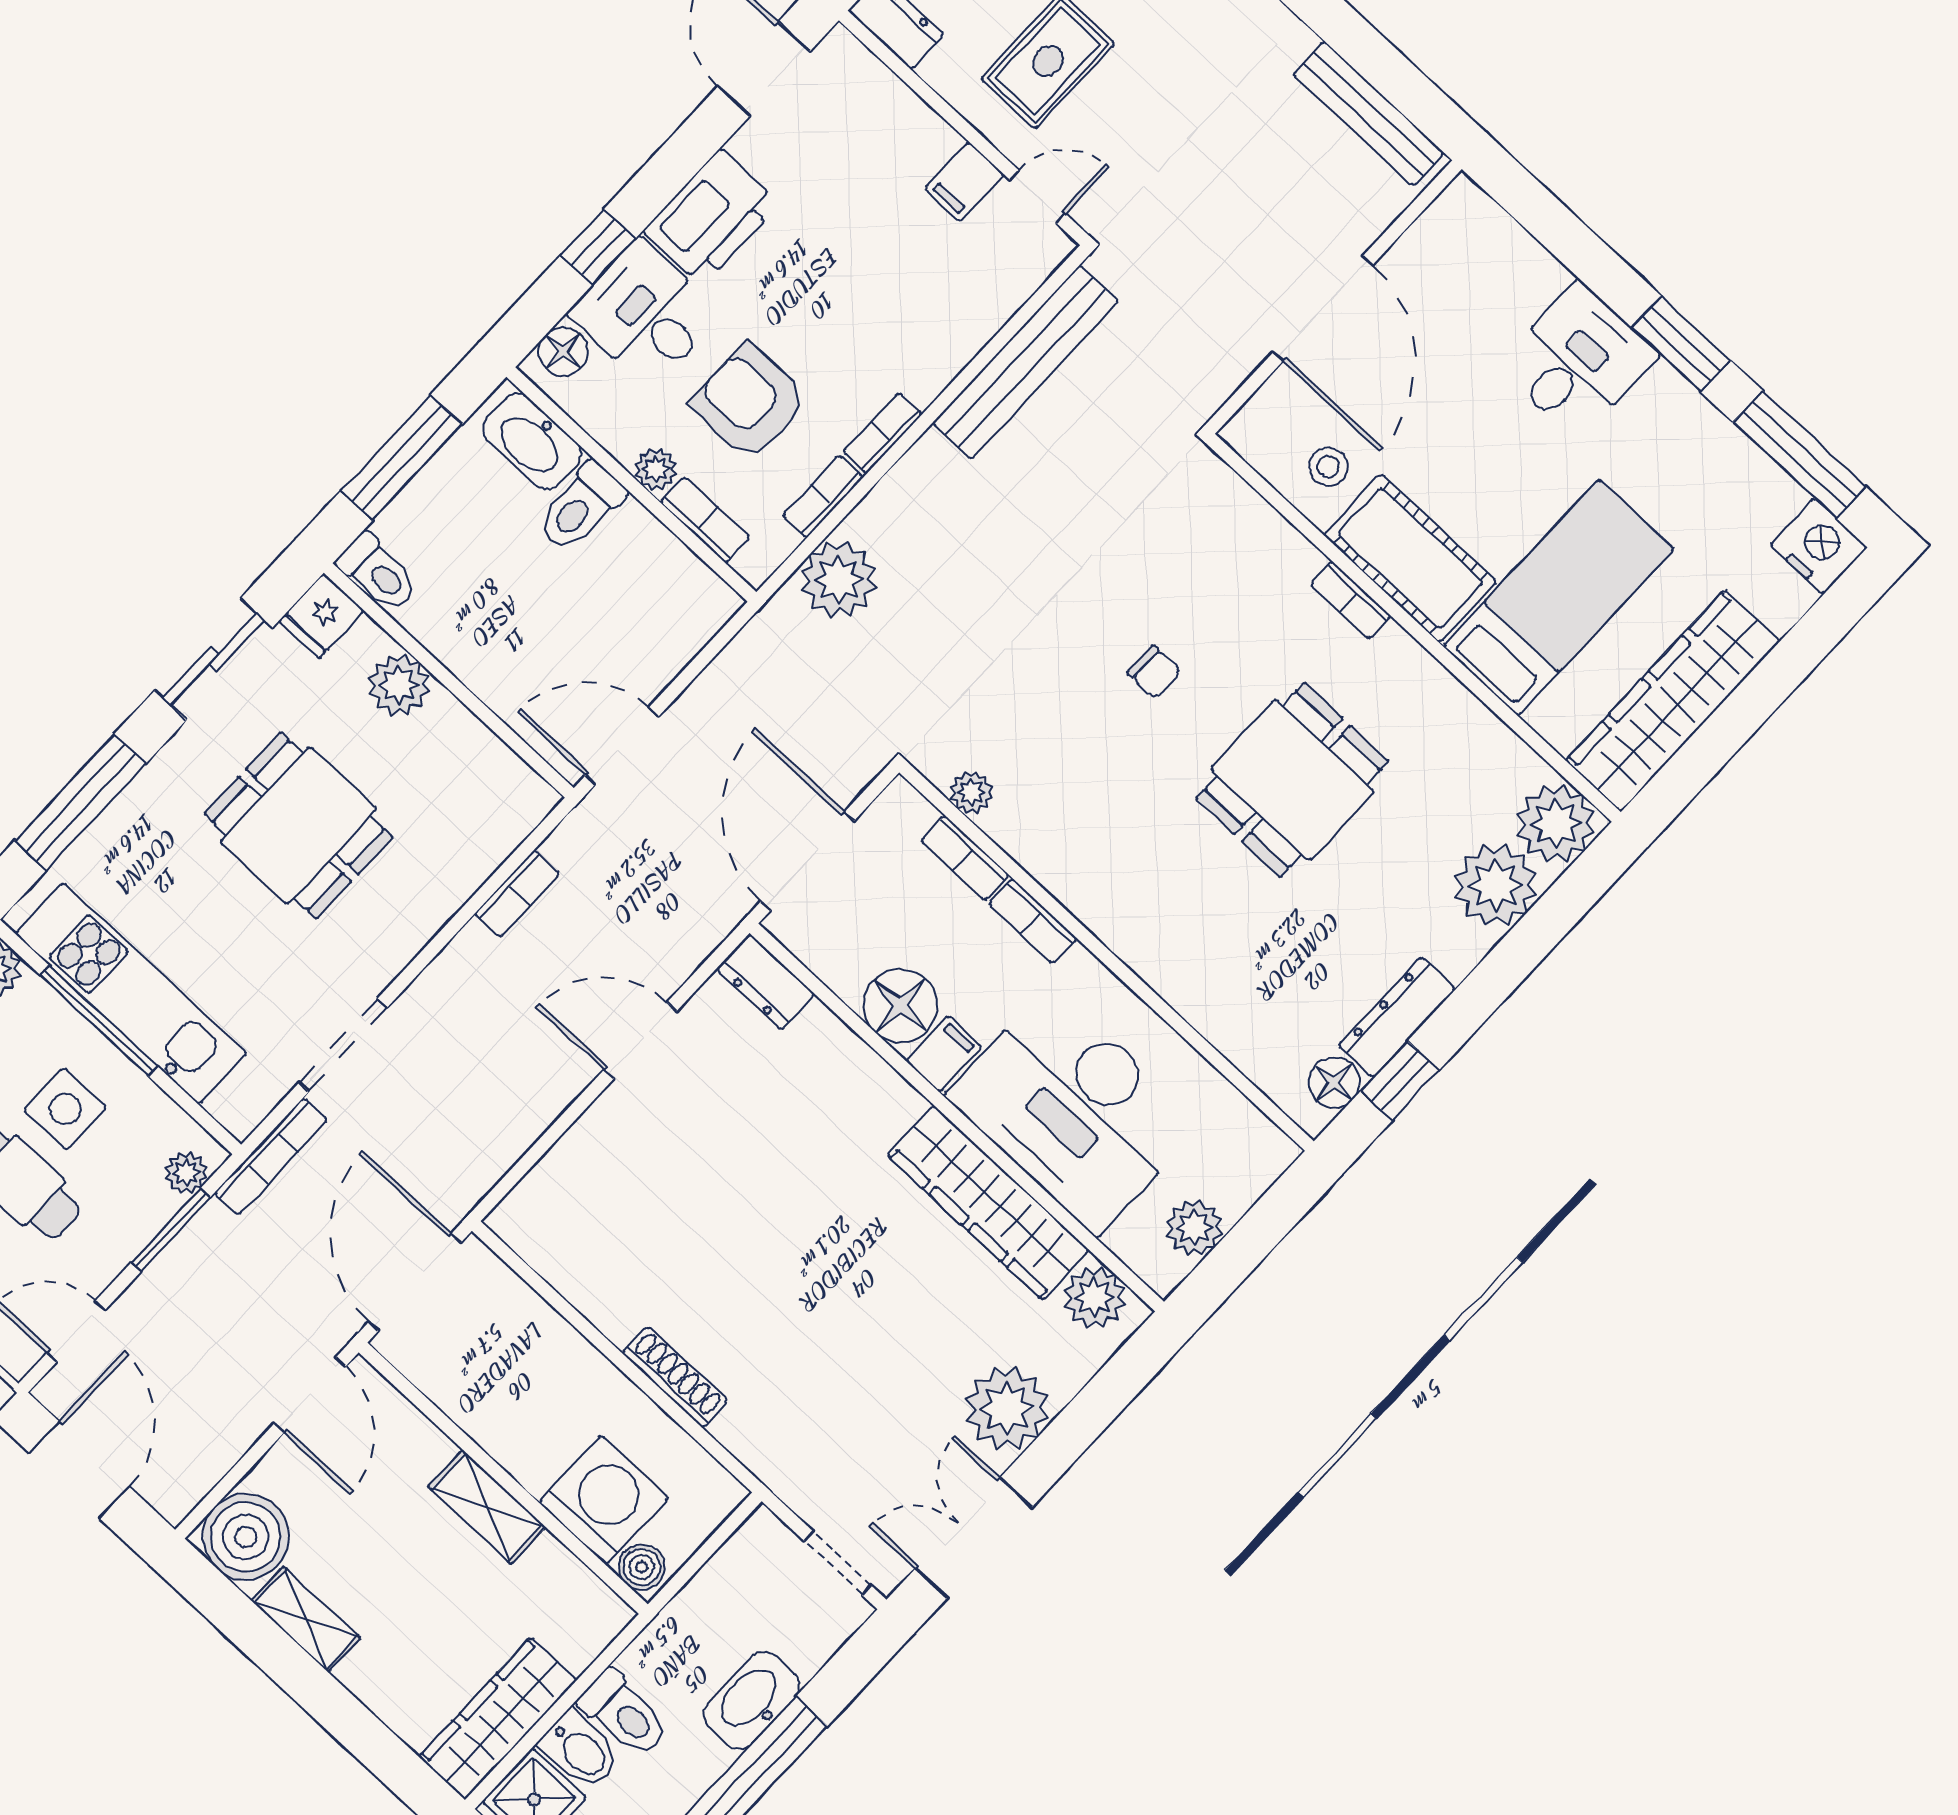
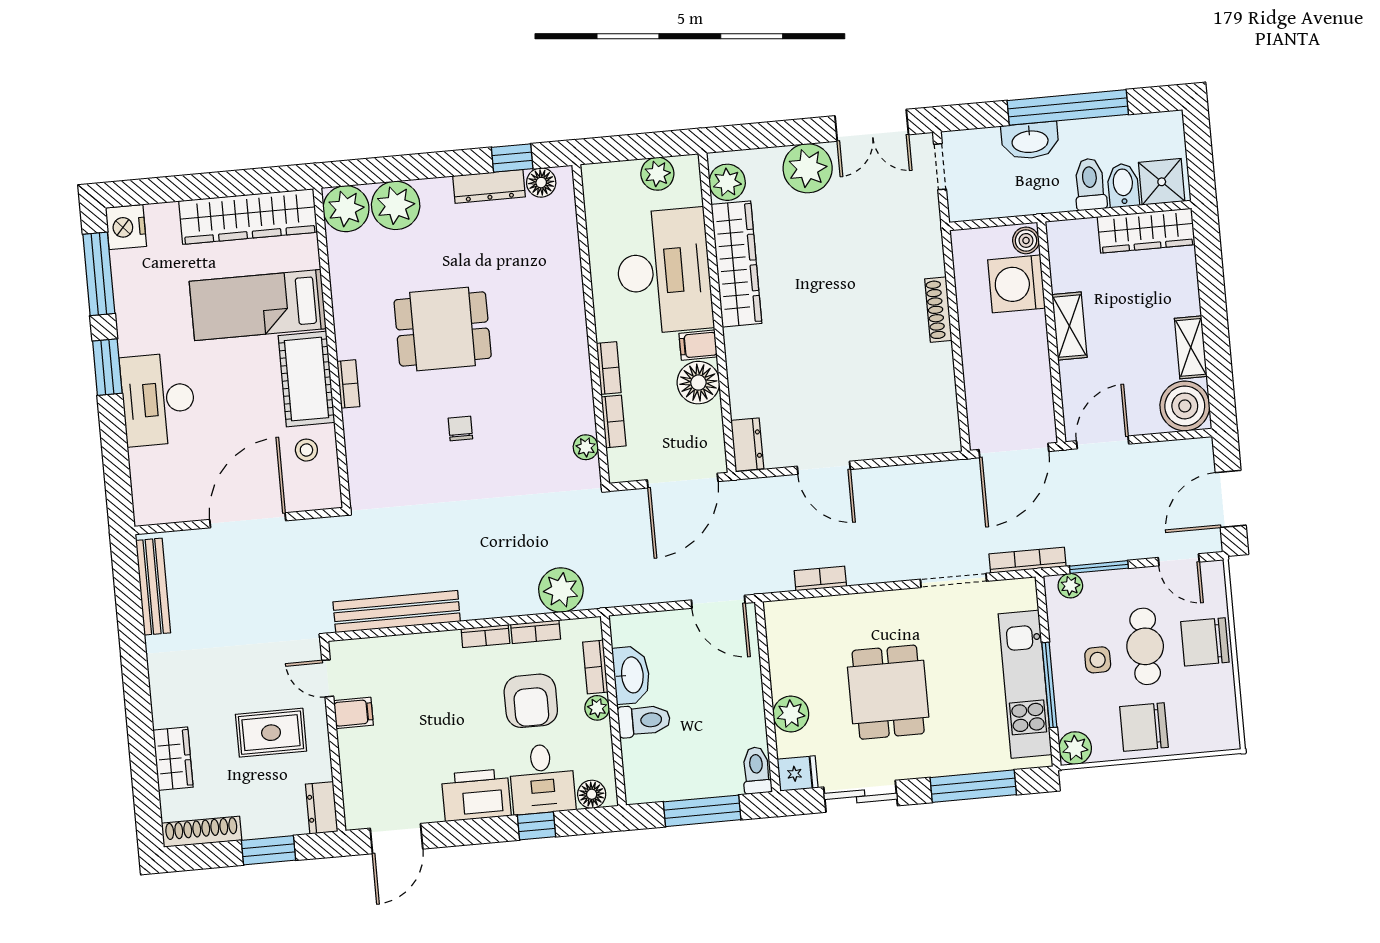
desk: (1578, 361) -> (158, 399), width x1.37
washbasin: (532, 441) -> (631, 675), moved
side table: (65, 1109) -> (1098, 660), width x0.73, depth x0.73

